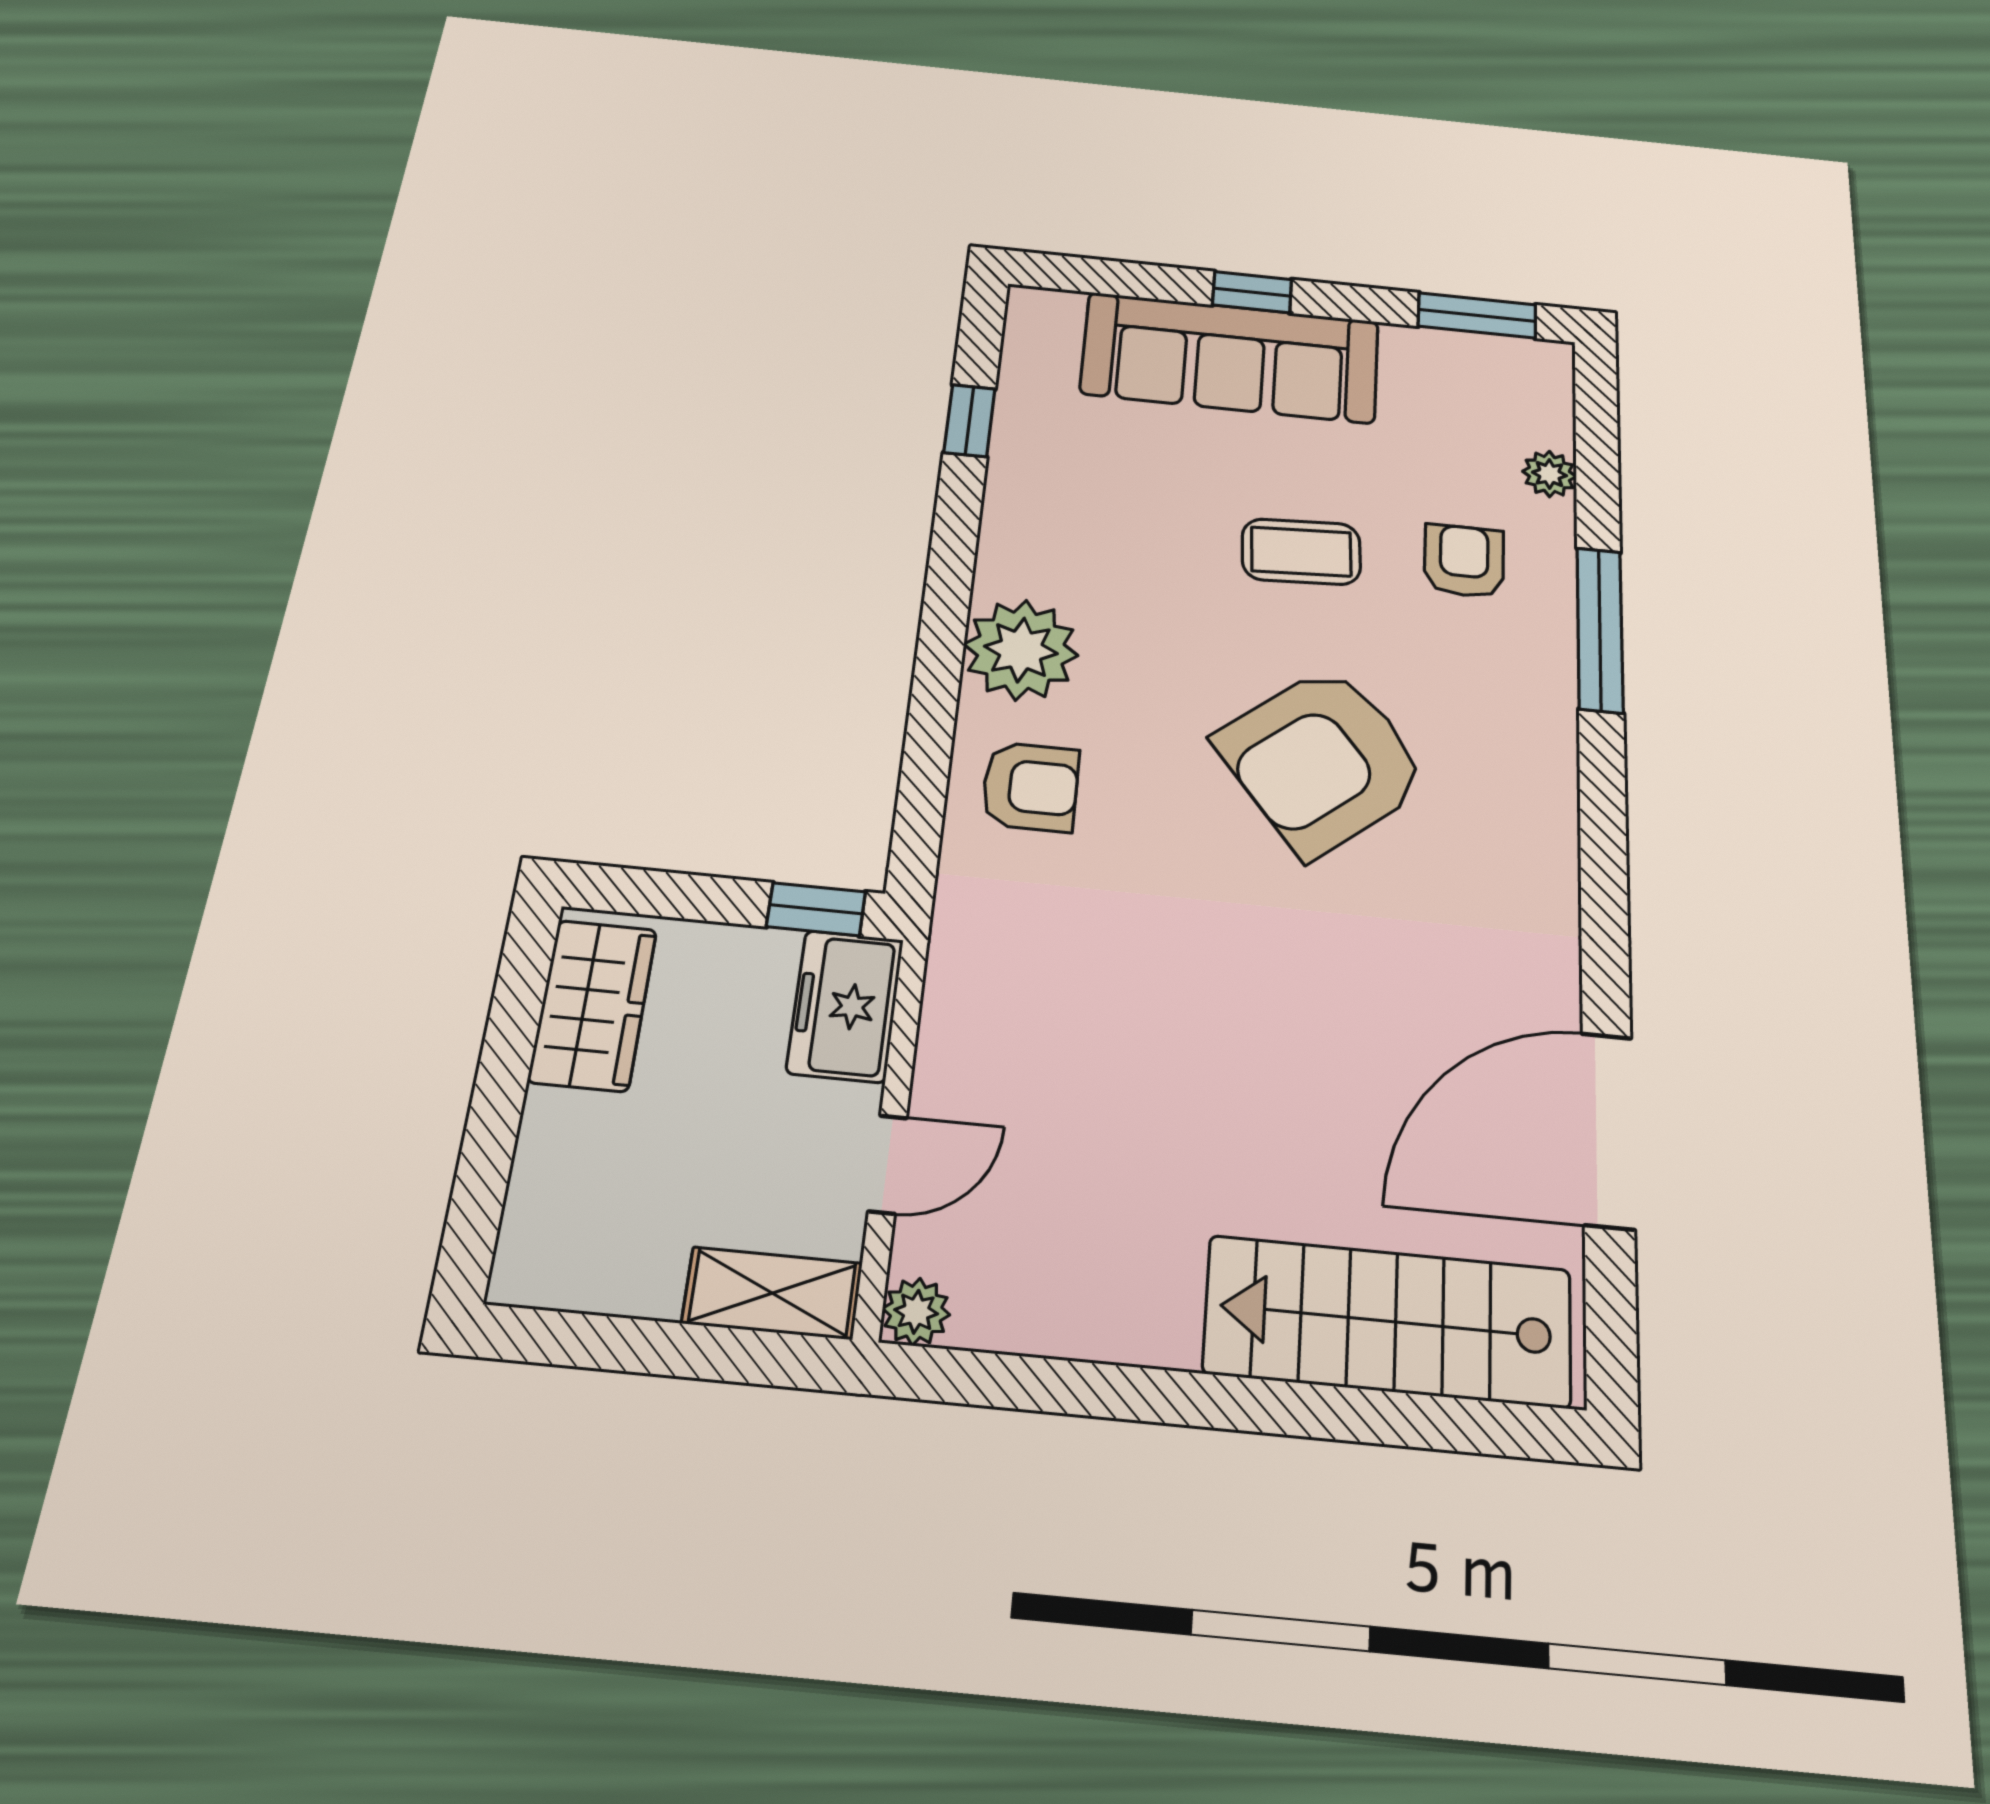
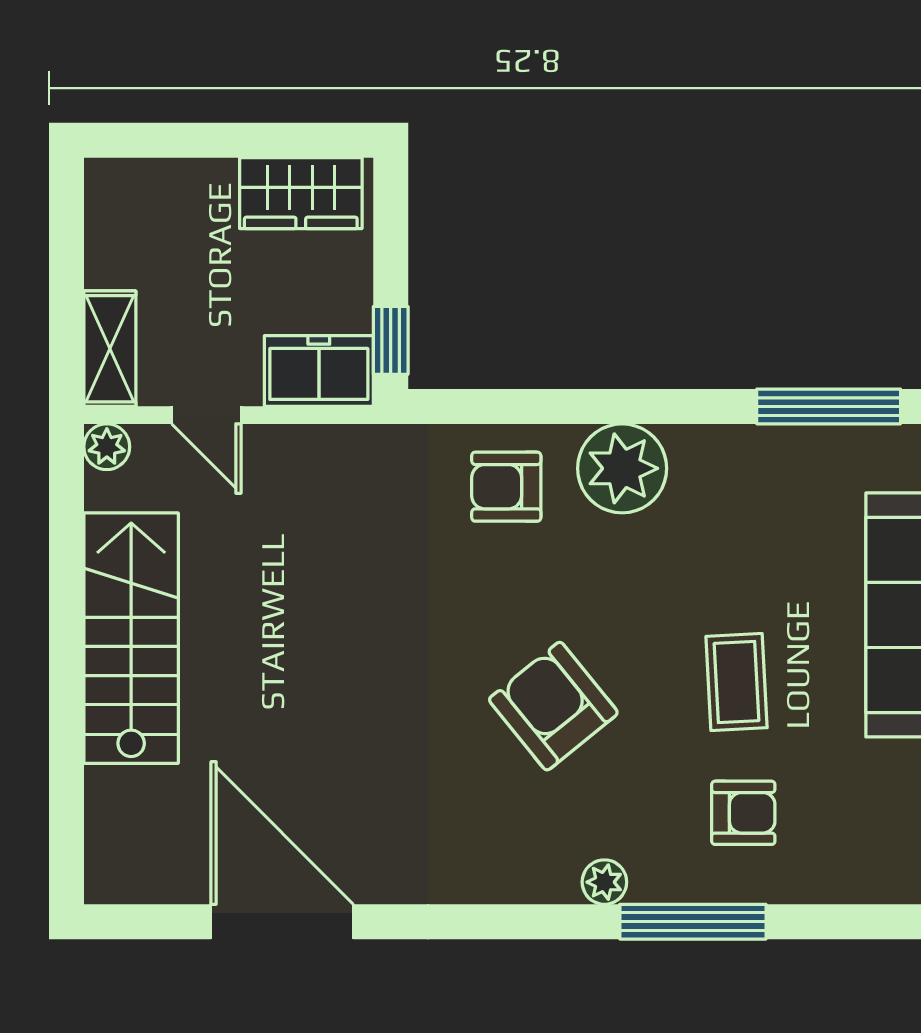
window: (969, 421) -> (829, 406), width x2.17
plant: (1549, 474) -> (604, 882), moved
armchair: (1322, 760) -> (553, 706), width x0.73, depth x0.73
armchair: (1030, 787) -> (506, 487), turned 90
stairs: (1388, 1321) -> (131, 638), moved

